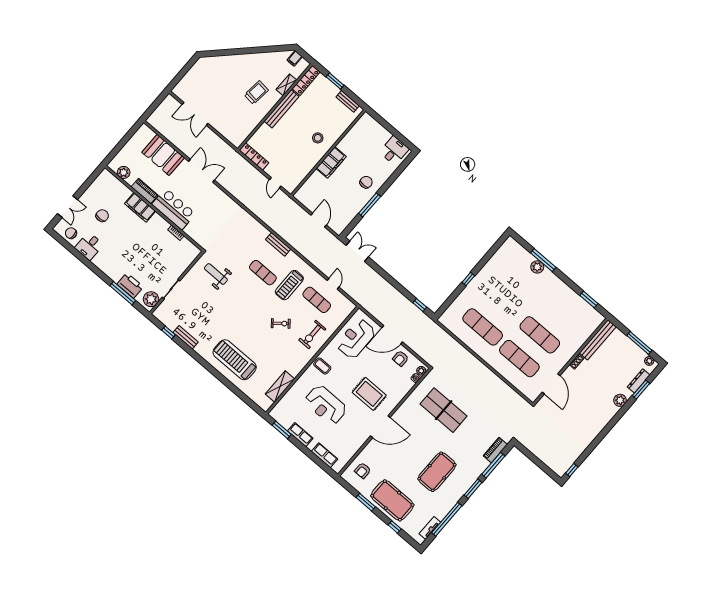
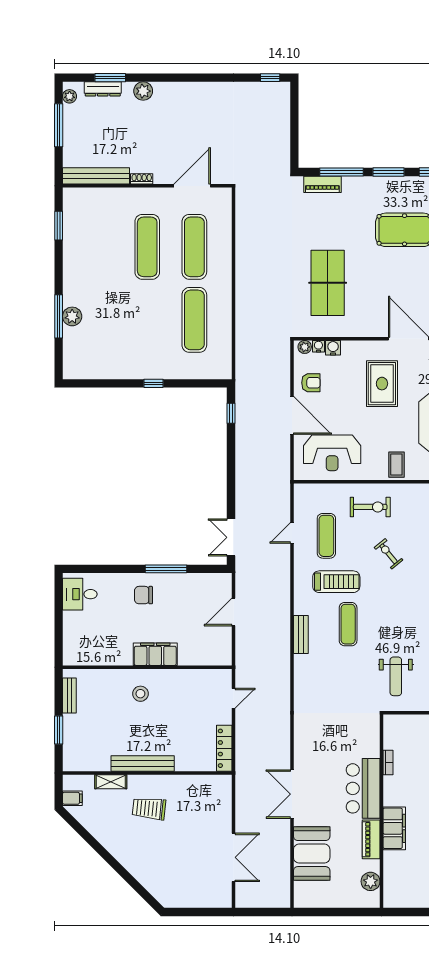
locker: (306, 80) -> (86, 763), removed
water cooler: (409, 385) -> (333, 348), added

